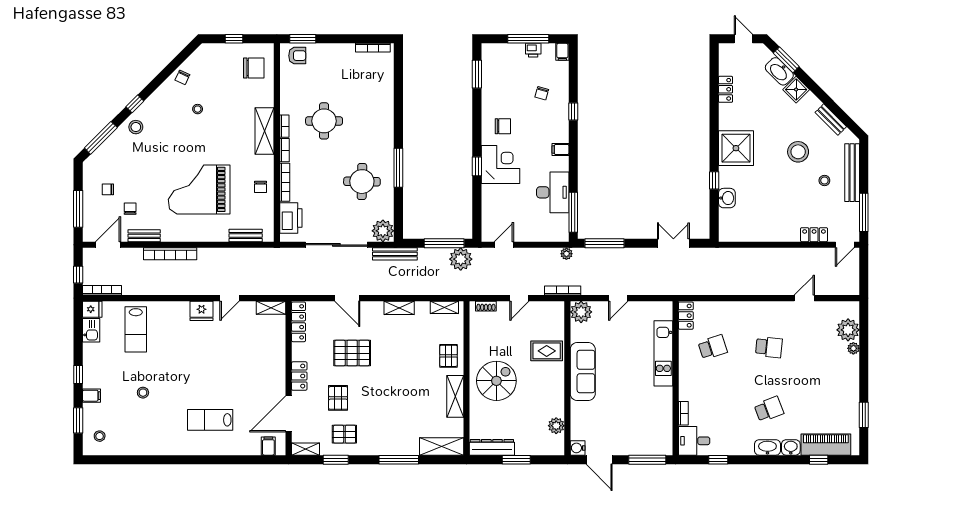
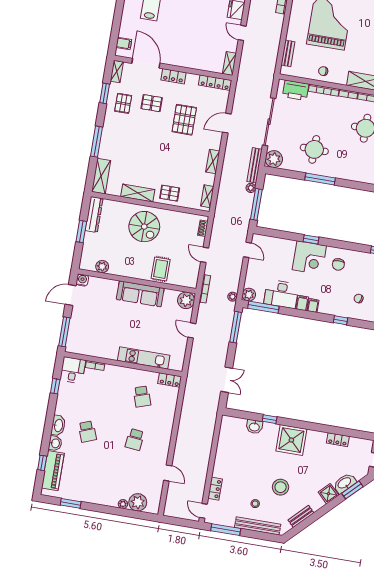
filing cabinet: (560, 164) -> (302, 303), added
plant: (560, 233) -> (249, 295), added
plant: (461, 259) -> (251, 188), moved, width x0.53, depth x0.53

